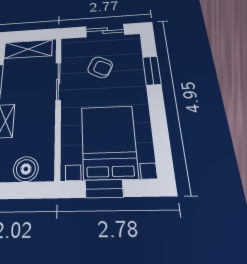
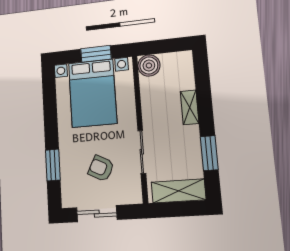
boiler: (26, 169) -> (149, 66), moved

